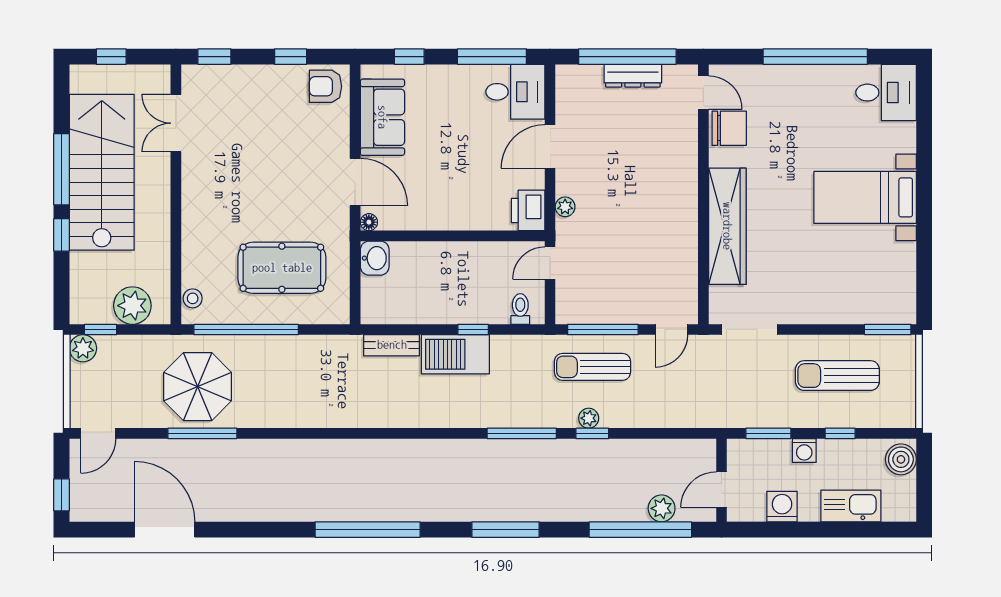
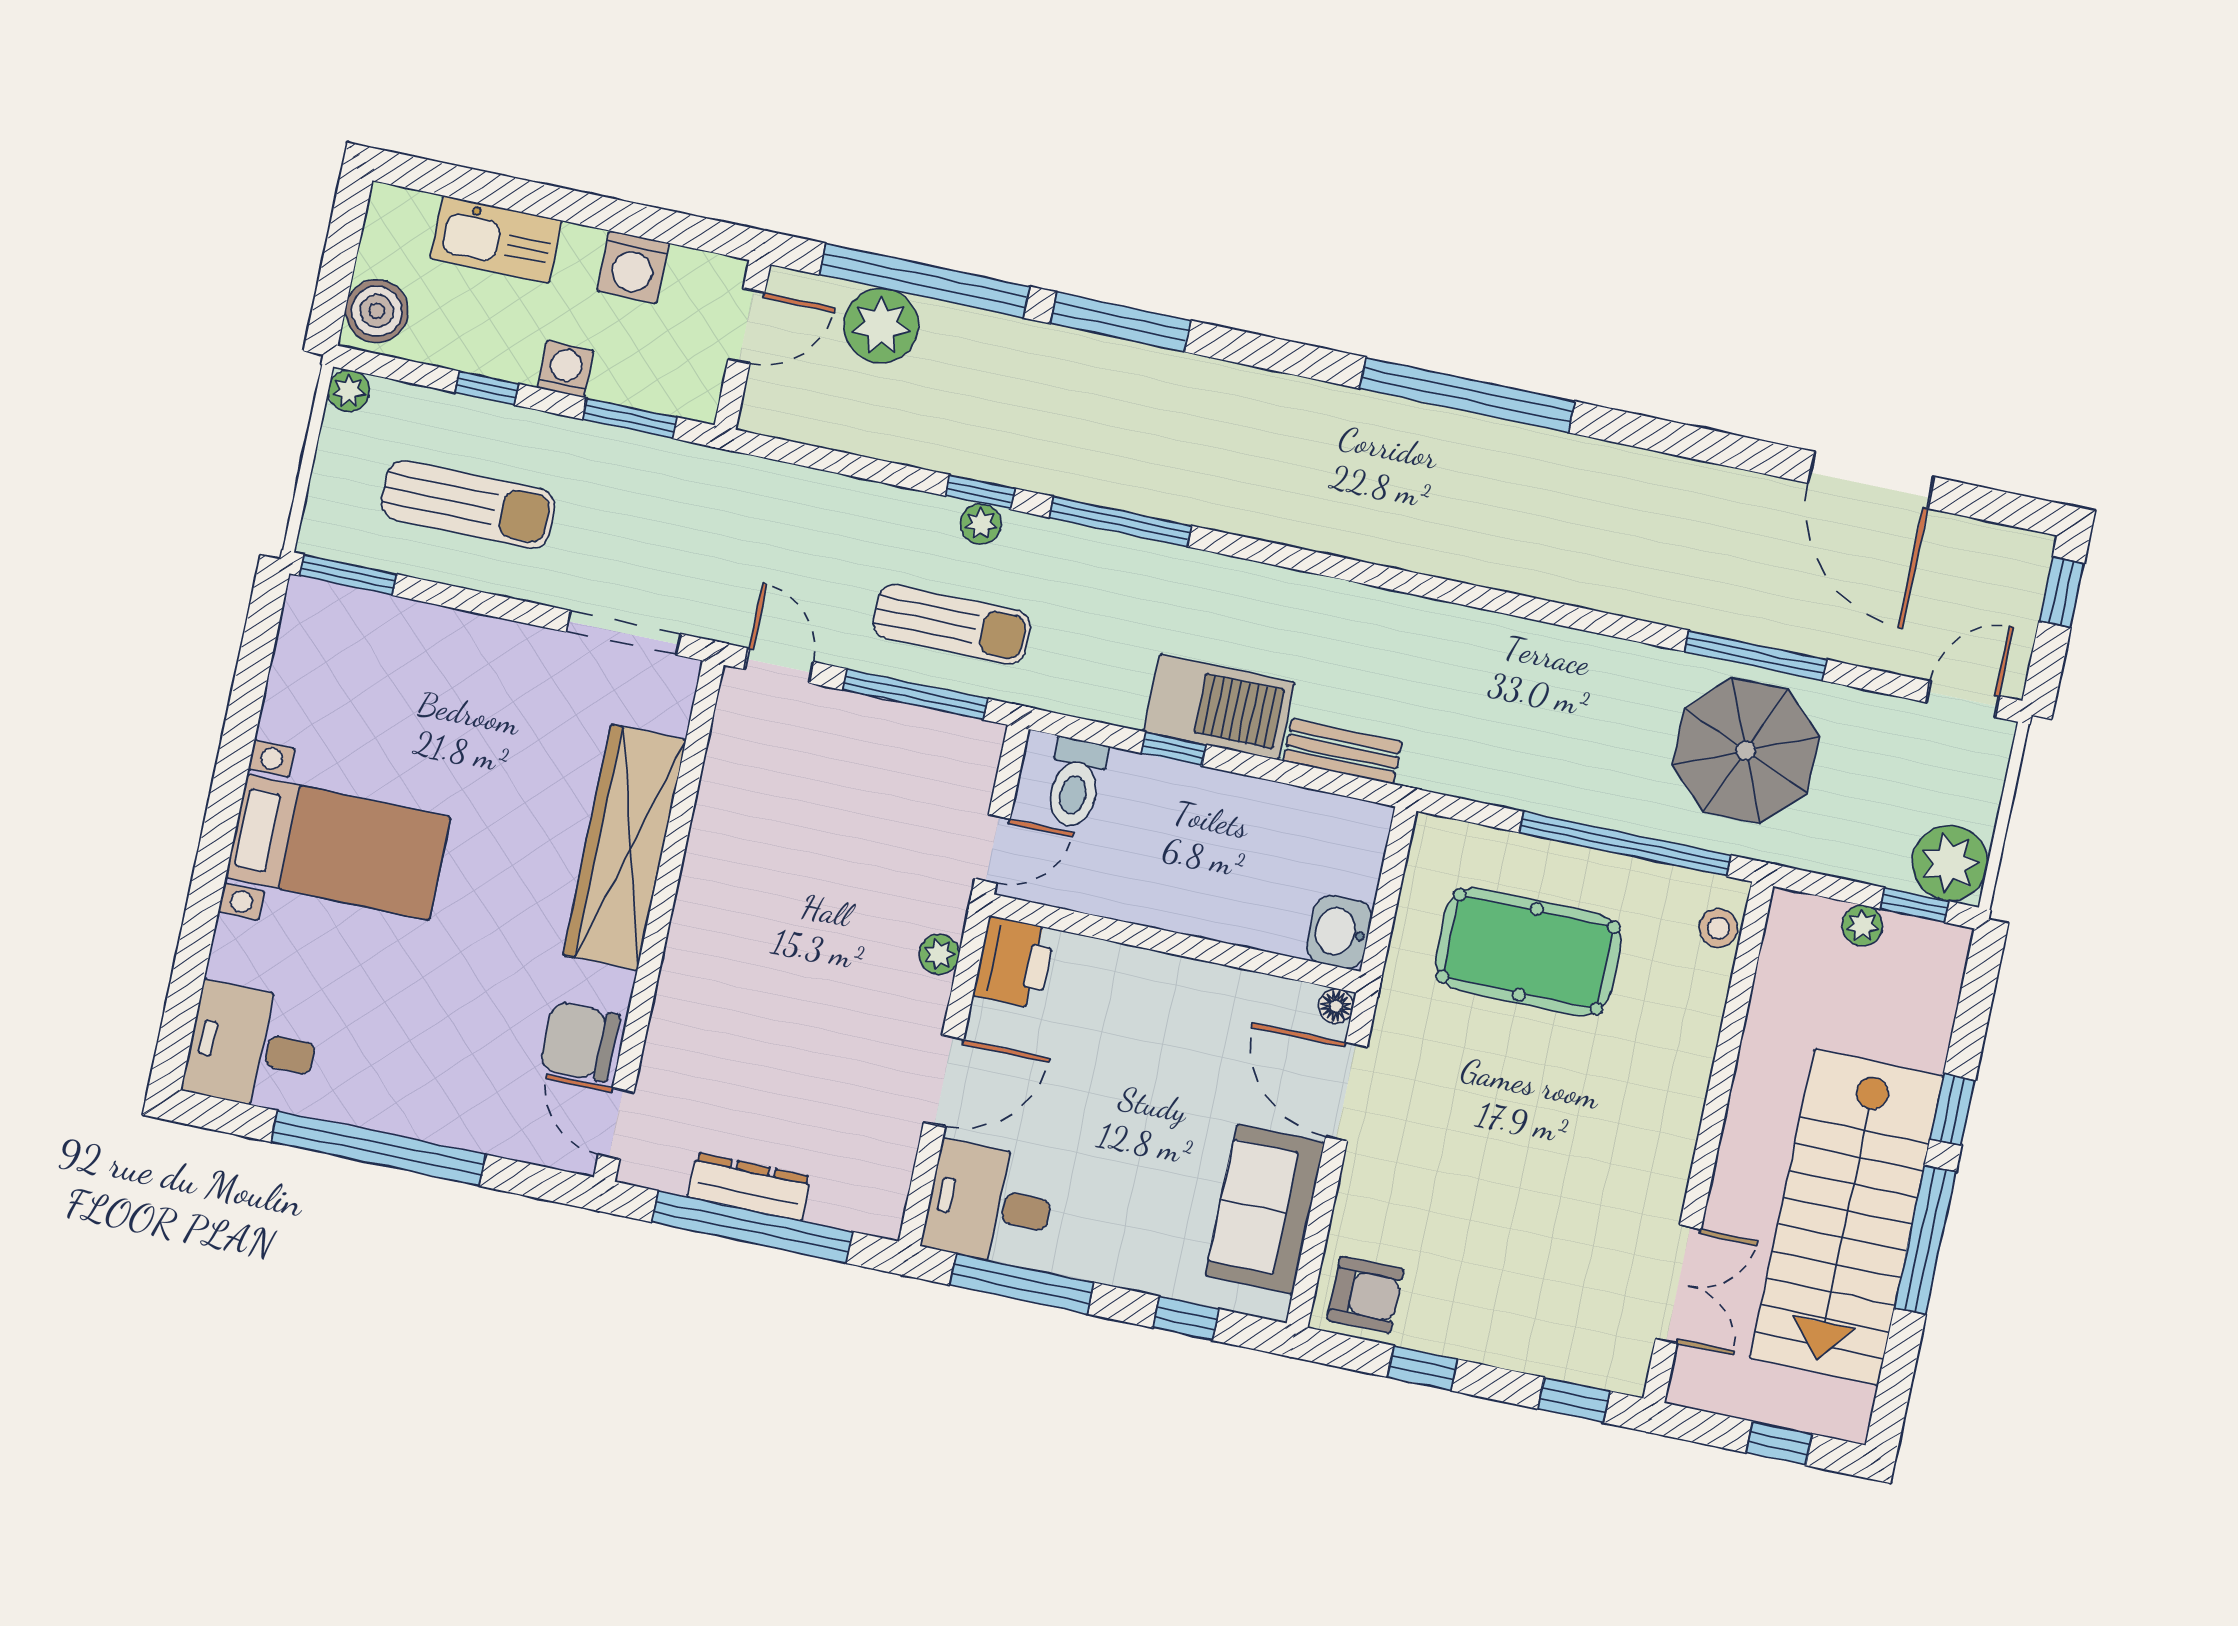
plant: (132, 306) -> (1862, 926), width x0.53, depth x0.53
toilet: (520, 309) -> (1076, 783), width x1.37, depth x1.39
door: (671, 329) -> (779, 666), hinge flipped
plant: (83, 348) -> (1950, 863), width x1.36, depth x1.36
plant: (906, 418) -> (349, 391), added
plant: (662, 508) -> (881, 326), width x1.36, depth x1.36
window: (506, 530) -> (1121, 322), moved

